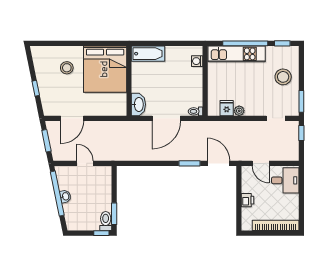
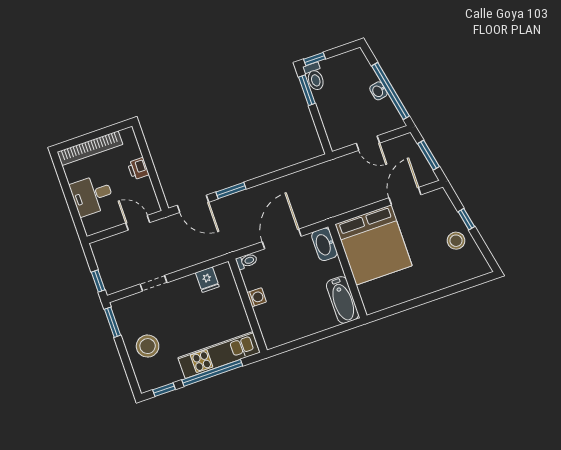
bathtub: (148, 54) -> (342, 300), moved, turned -90
washing machine: (197, 61) -> (257, 297), moved
stool: (67, 68) -> (456, 241), moved
bed: (105, 69) -> (374, 245), moved, turned 180
plant: (239, 111) -> (190, 282), removed
doorway: (276, 118) -> (154, 283), moved
desk: (285, 180) -> (92, 195), moved

